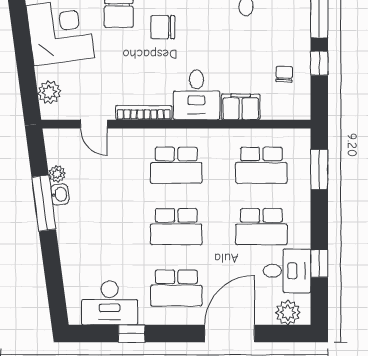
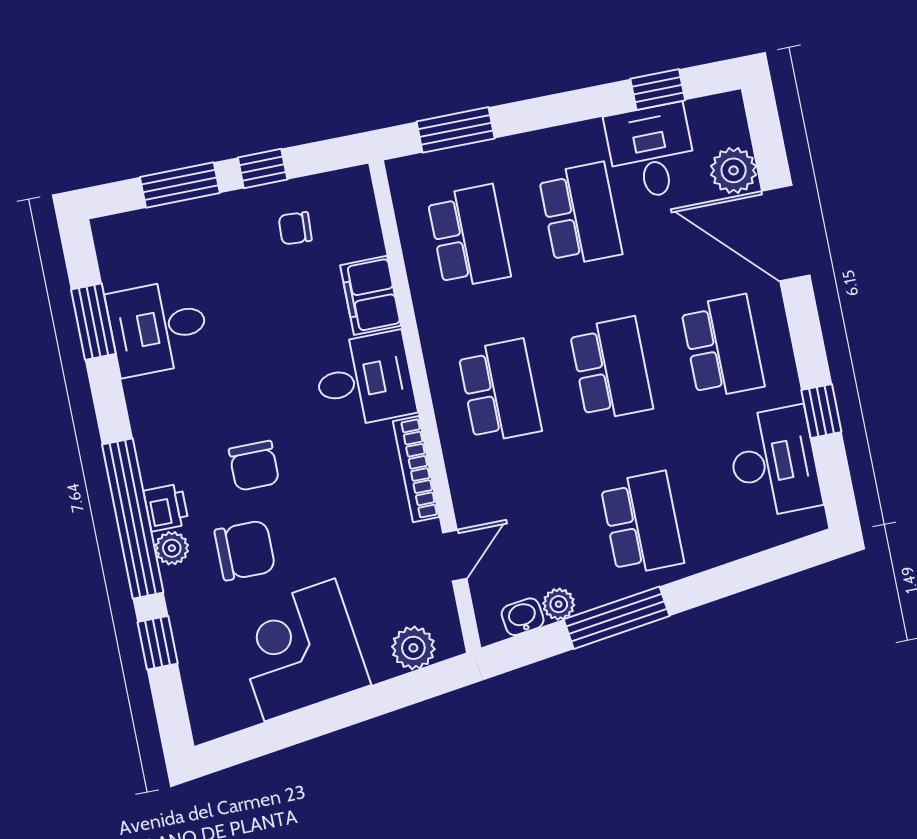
washbasin: (60, 194) -> (523, 617), moved
school desk: (91, 227) -> (642, 523), added
window: (319, 264) -> (658, 90), moved
plant: (288, 313) -> (734, 170), moved

